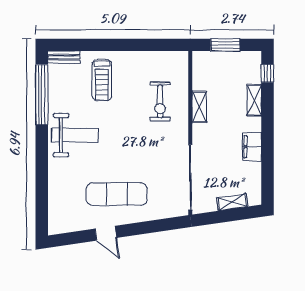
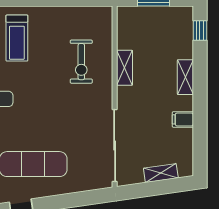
shelving: (254, 100) -> (185, 77), moved
filing cabinet: (252, 147) -> (183, 119), width x0.50

